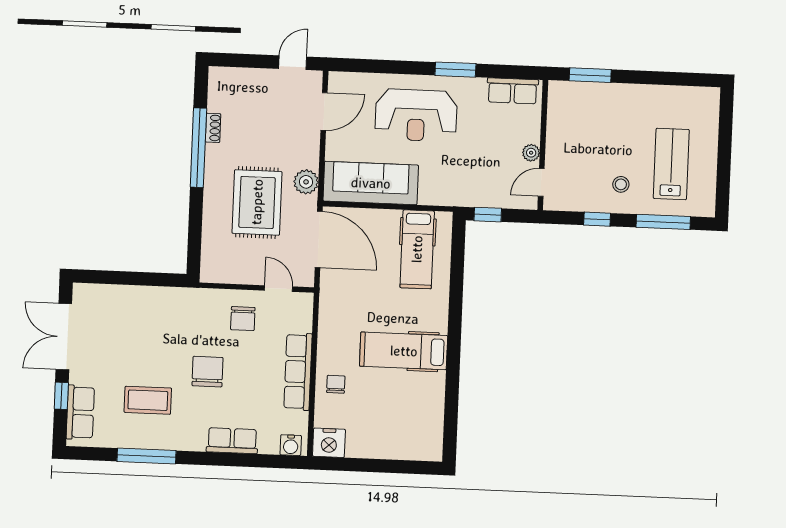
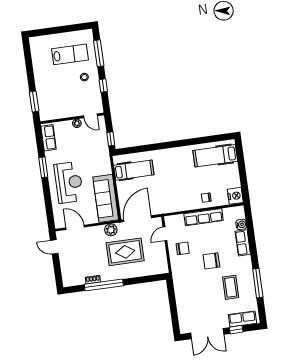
lab bench: (671, 164) -> (70, 54), turned 180
hospital bed: (404, 351) -> (215, 156), moved, turned 90
water cooler: (291, 445) -> (241, 224), moved

